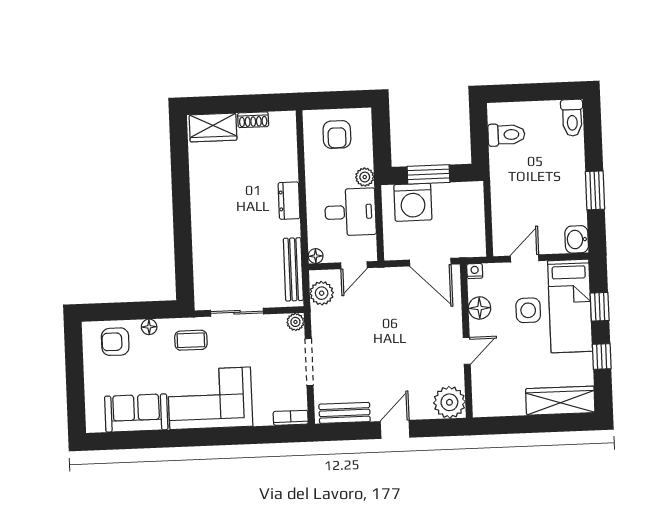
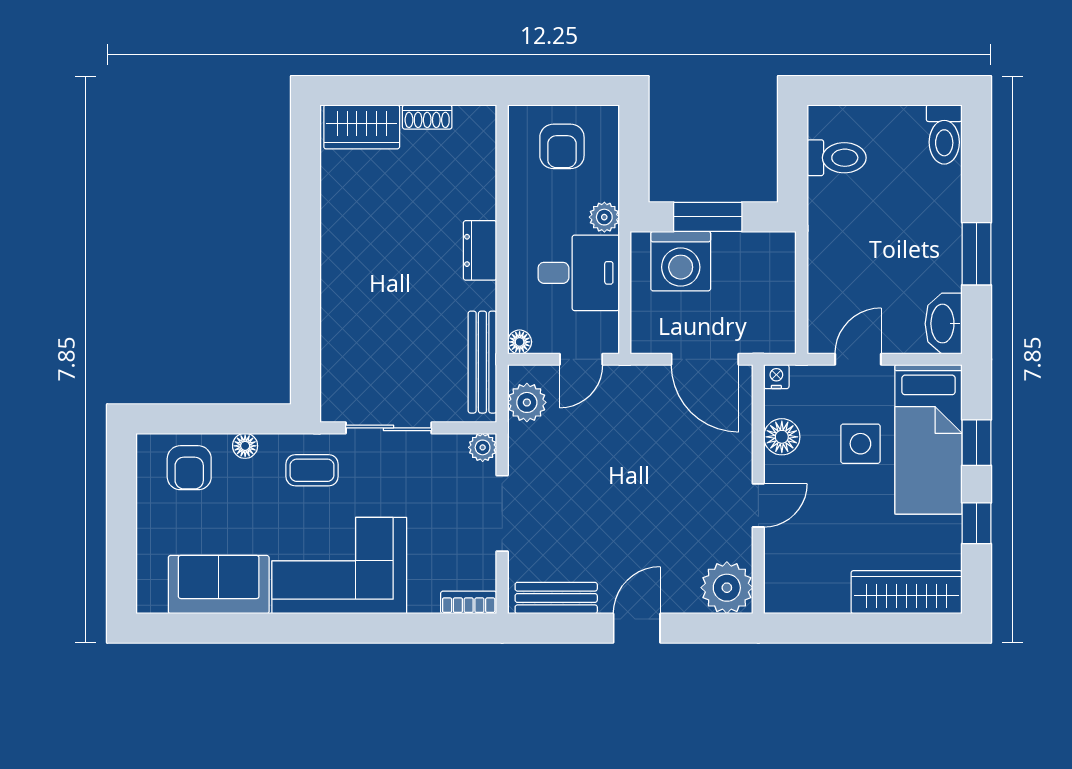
washbasin: (577, 239) -> (944, 324), width x1.38
armchair: (115, 342) -> (189, 468), turned -90

